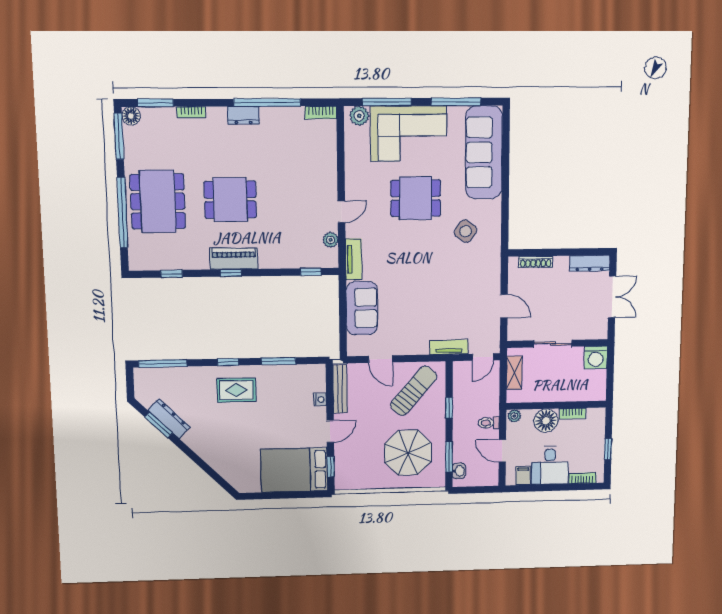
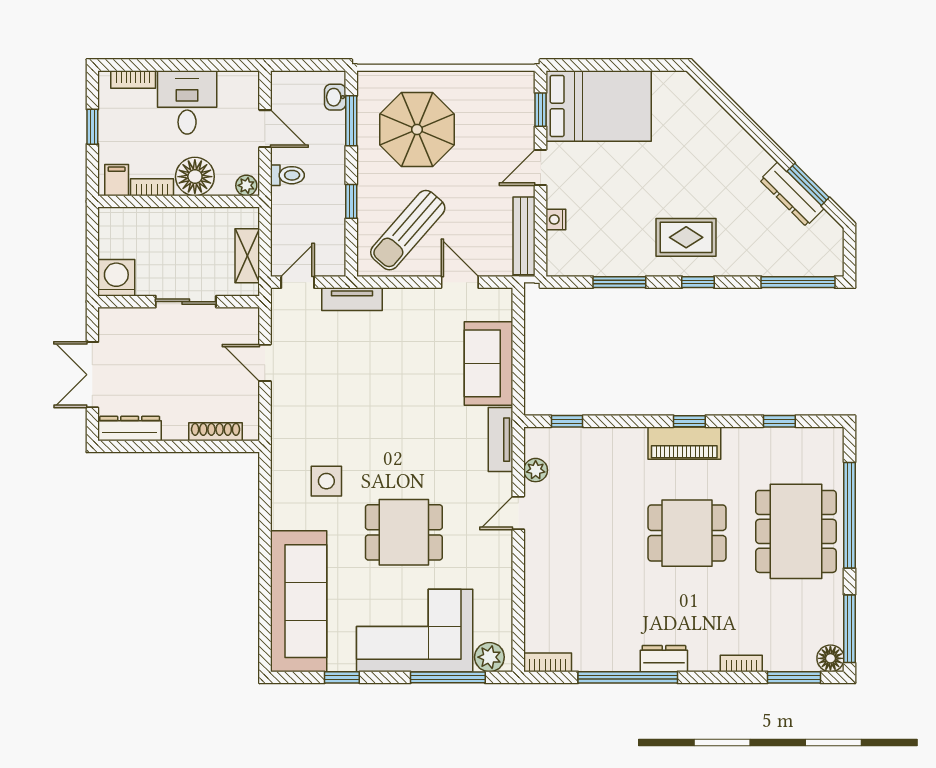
window: (456, 102) -> (342, 677), width x0.46
side table: (466, 231) -> (326, 481), turned -36
filing cabinet: (523, 476) -> (117, 180), moved, turned 180

